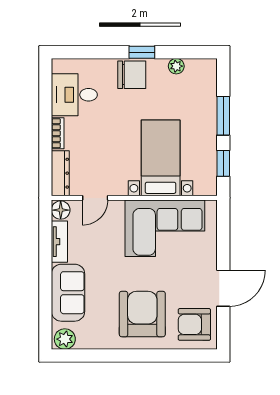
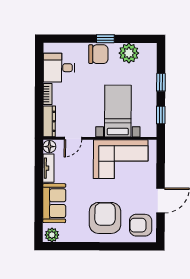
plant: (176, 66) -> (129, 53), width x1.87, depth x1.87
window: (223, 116) -> (161, 82), width x0.67

